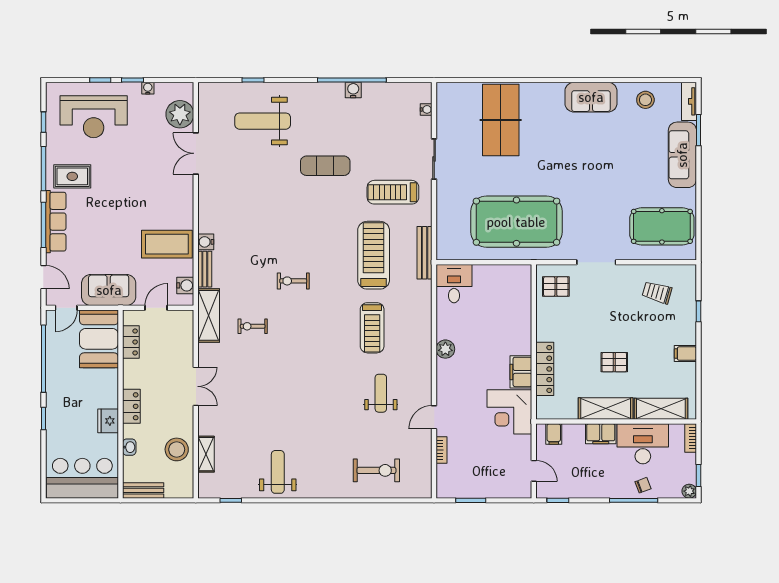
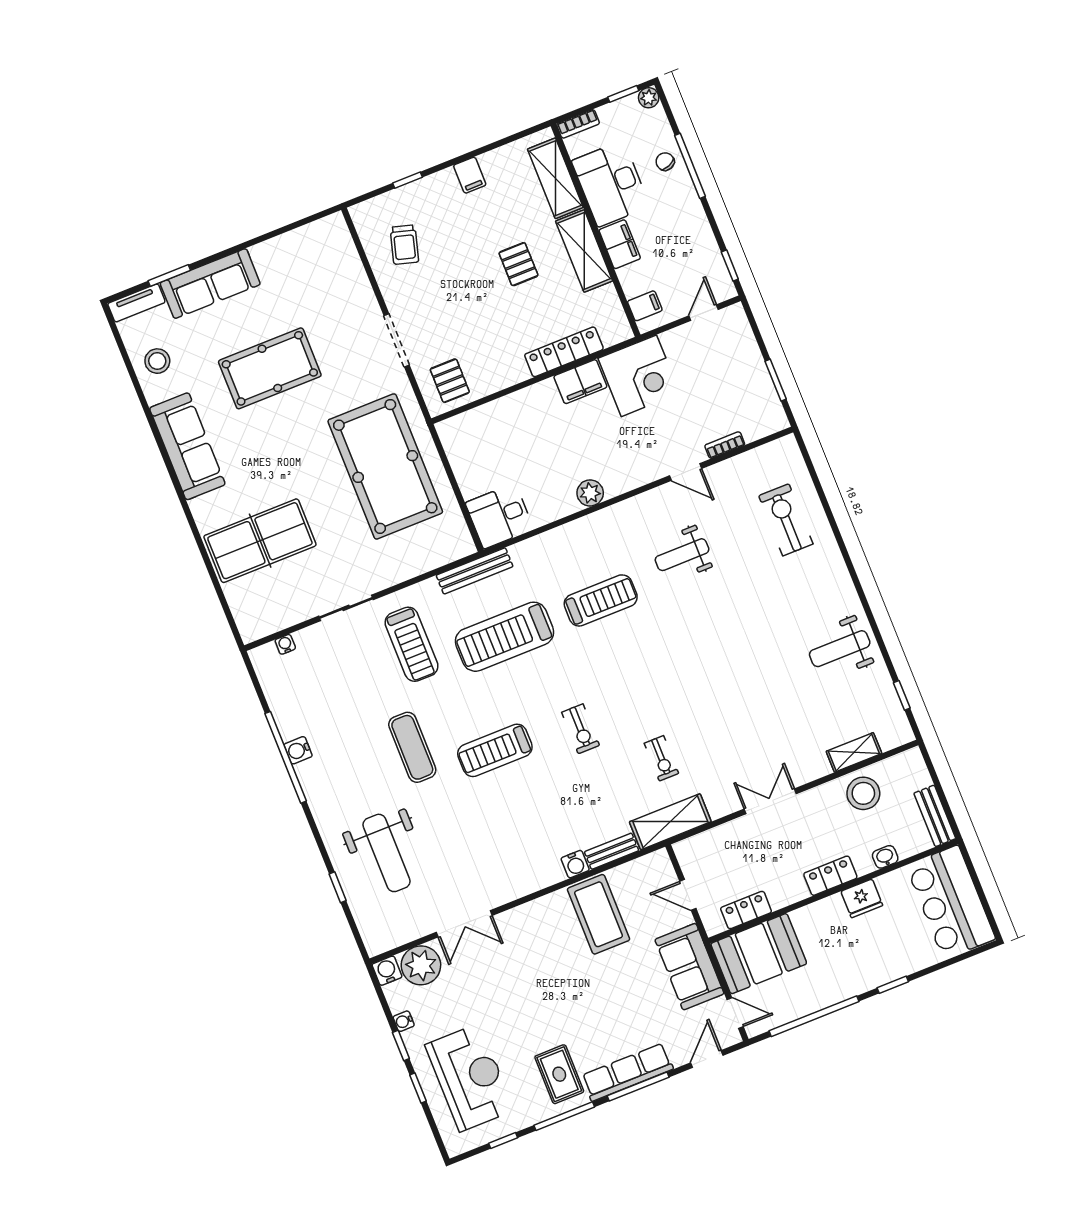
sofa: (591, 97) -> (187, 446), width x1.36
treadmill: (302, 219) -> (495, 750), added
pool table: (662, 226) -> (270, 368), moved, turned 90
water cooler: (185, 285) -> (387, 971), moved

